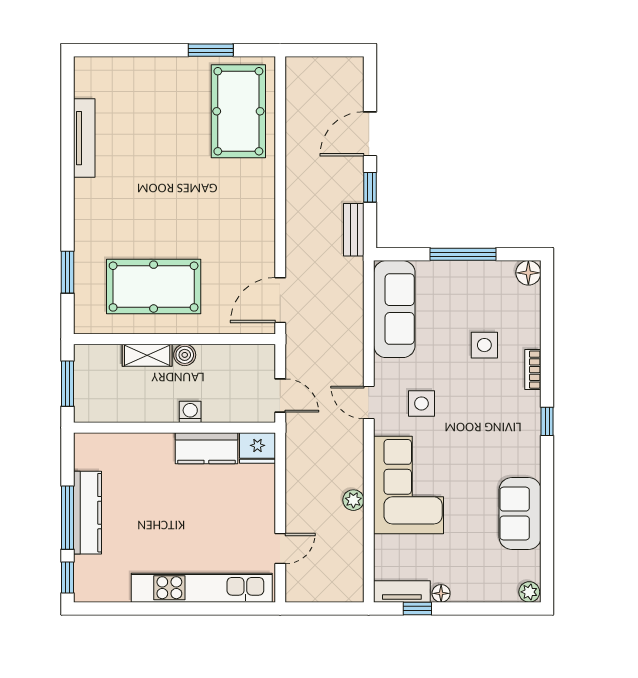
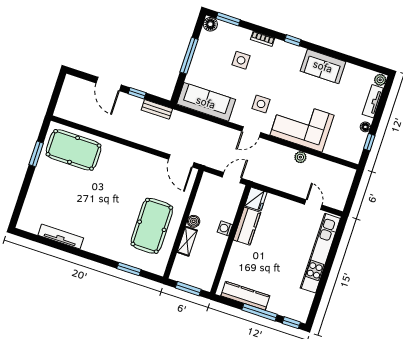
window: (547, 300) -> (228, 19), added
kitchen counter: (87, 513) -> (245, 296), moved
sofa: (520, 514) -> (323, 66), moved
tv unit: (402, 592) -> (373, 101), moved

